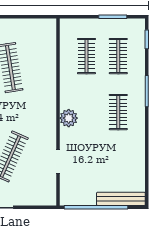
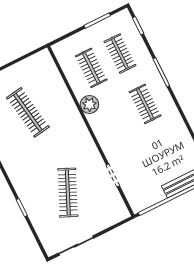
plant: (69, 118) -> (89, 104), moved

